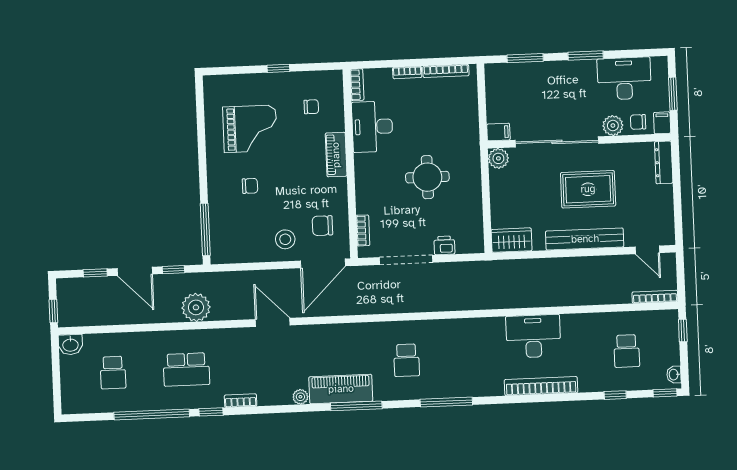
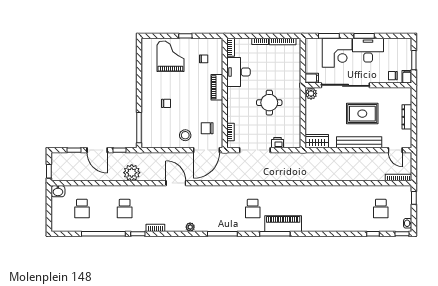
desk: (624, 78) -> (368, 50), moved
corner desk: (540, 86) -> (337, 53), added
plant: (613, 126) -> (378, 77), removed
grand piano: (250, 129) -> (170, 56), moved, turned -90
dresser: (664, 162) -> (407, 117), moved
desk: (533, 336) -> (327, 198), removed
school desk: (186, 369) -> (125, 208), width x0.54
bookcase: (541, 386) -> (330, 227), removed
piano: (341, 389) -> (283, 224), moved

